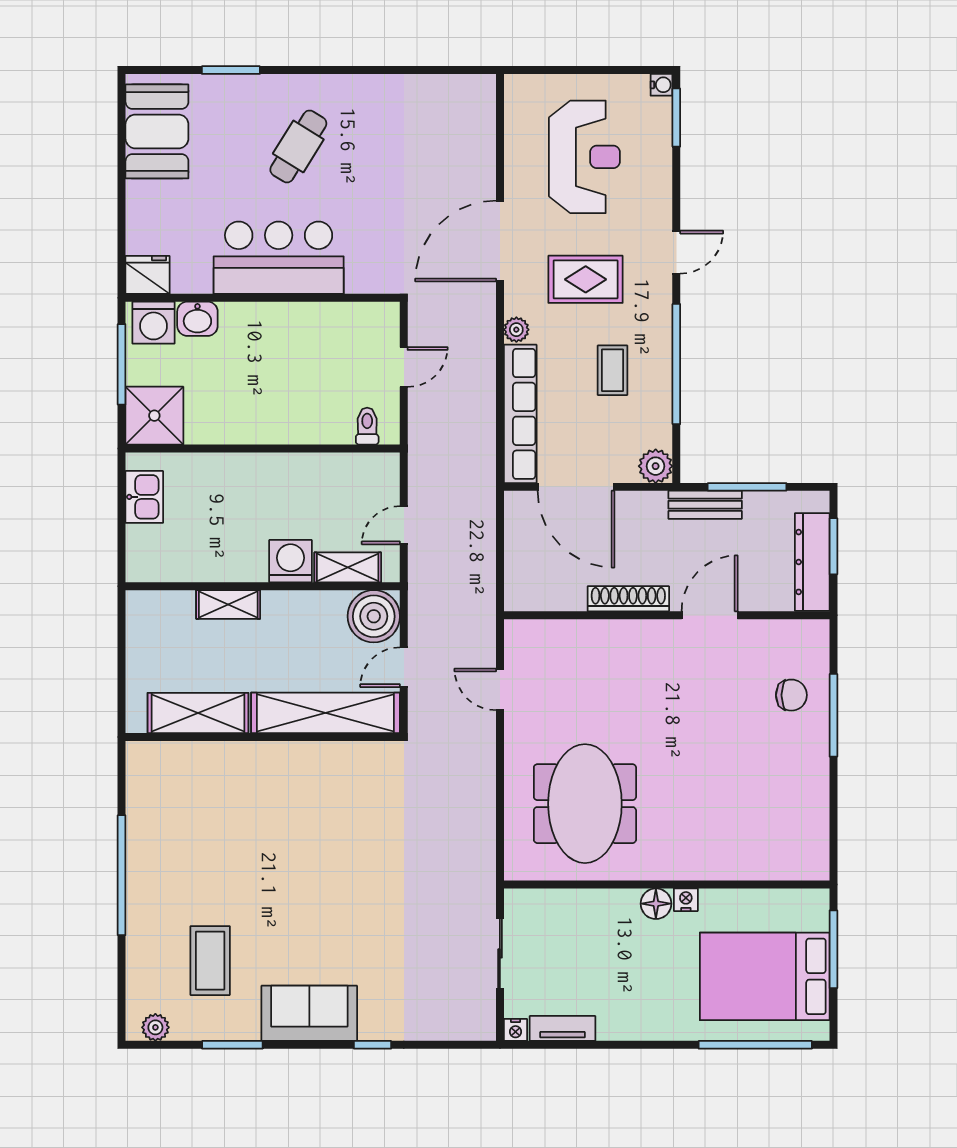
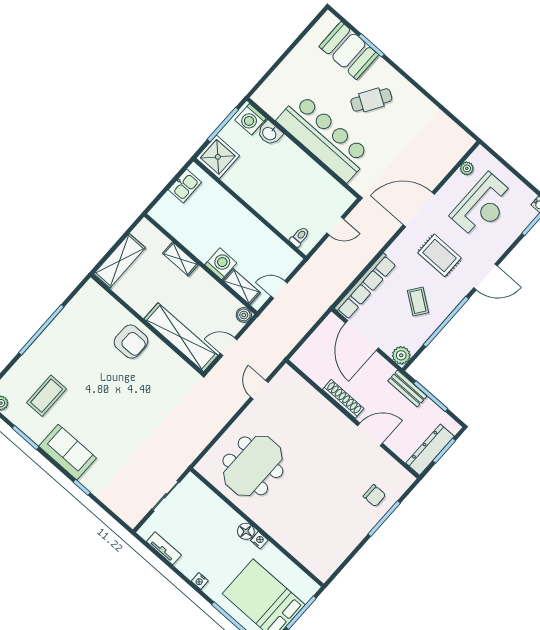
booth: (157, 131) -> (349, 51), moved, turned 90
door: (676, 252) -> (486, 277), width x1.38
bar counter: (279, 258) -> (324, 138), width x1.36
fridge: (148, 275) -> (265, 98), removed
plant: (516, 330) -> (467, 168), moved
coffee table: (613, 370) -> (418, 302), turned -54
boiler: (374, 616) -> (244, 315), width x0.54, depth x0.54
shelving: (198, 713) -> (120, 261), moved, turned 90
armchair: (261, 781) -> (131, 342), added
nightstand: (515, 1030) -> (200, 581), moved

